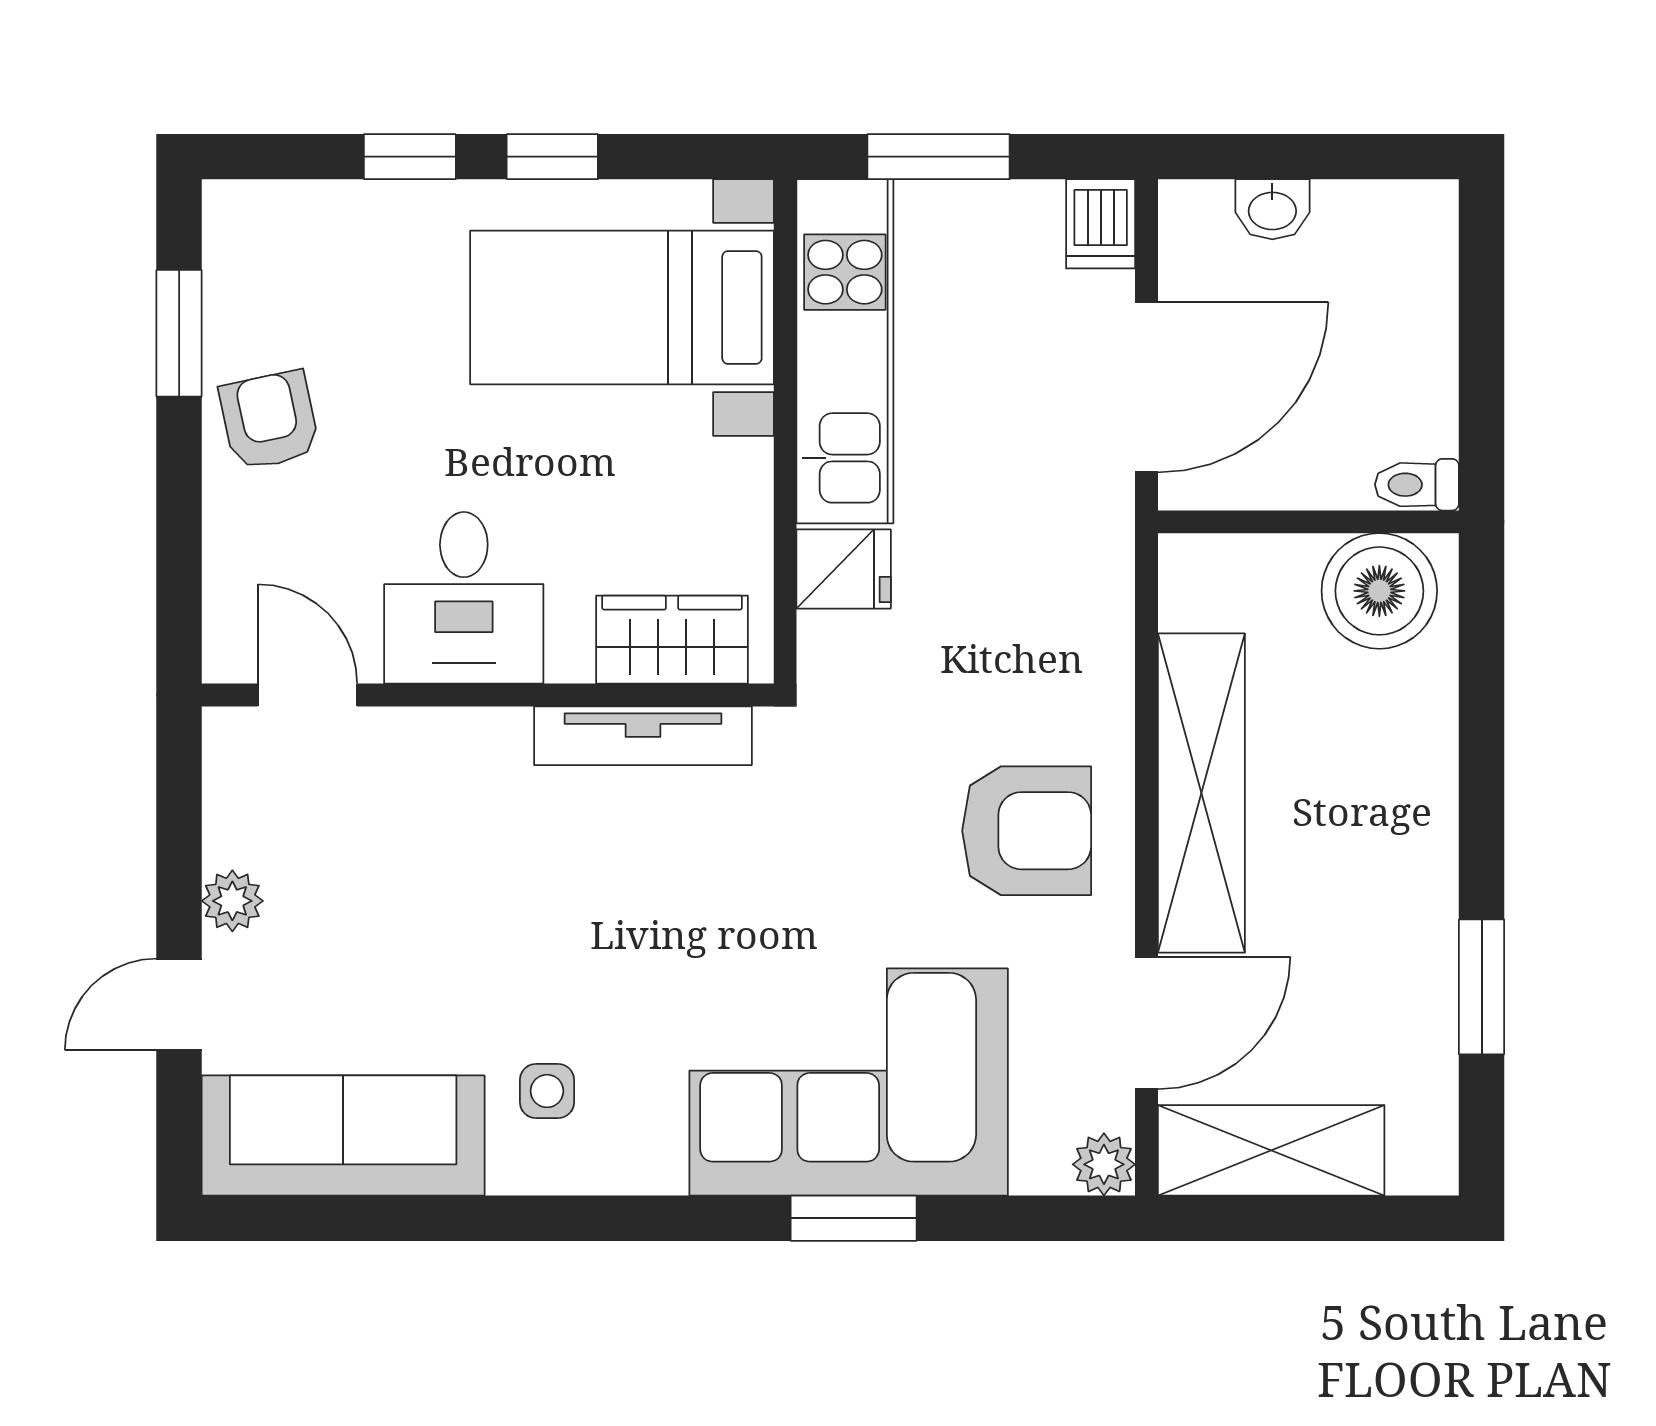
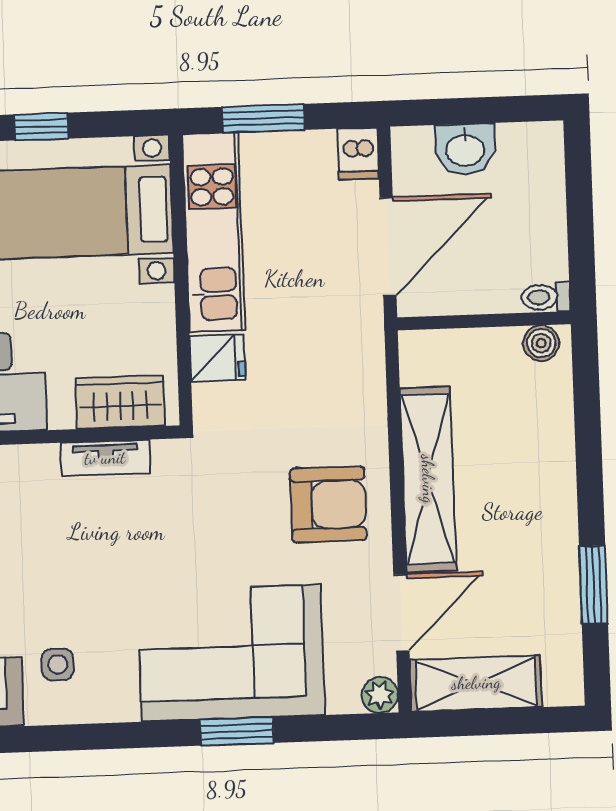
washbasin: (1272, 209) -> (465, 149), width x1.38, depth x1.45
boiler: (1379, 591) -> (541, 343), width x0.54, depth x0.54
tv unit: (643, 736) -> (105, 458), width x0.71

